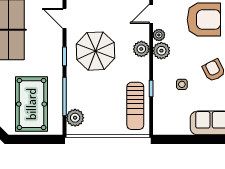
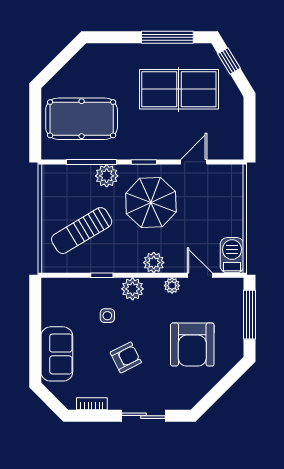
plant: (161, 51) -> (133, 289), moved
sun lounger: (135, 106) -> (82, 231), moved, turned -31
plant: (75, 118) -> (107, 176), moved

